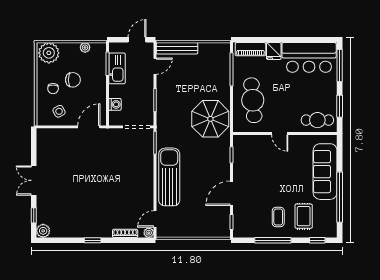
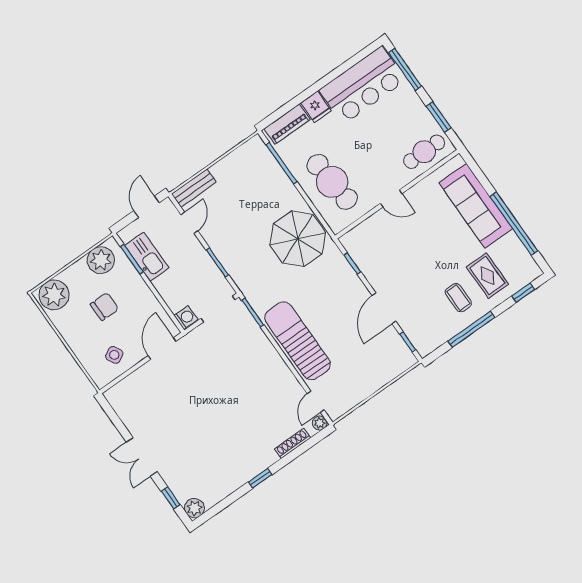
plant: (85, 47) -> (101, 260), width x1.88, depth x1.88
bench: (177, 48) -> (194, 188), width x0.73
chair: (53, 89) -> (88, 333), removed
washing machine: (115, 104) -> (186, 317), moved

